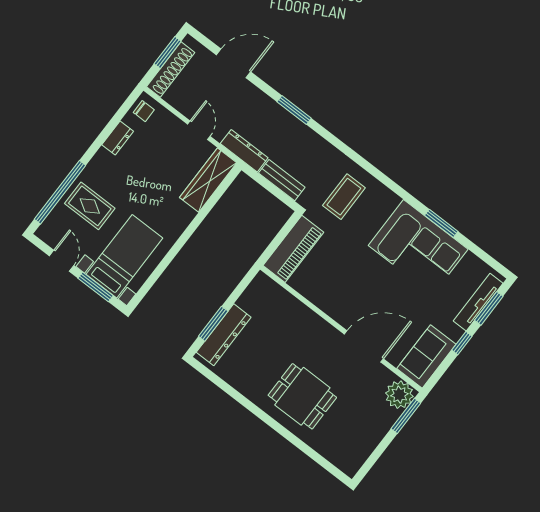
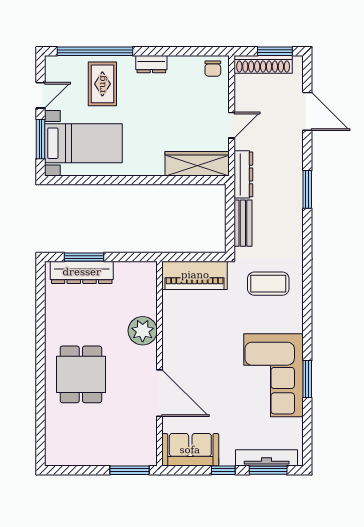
dresser: (118, 138) -> (151, 64), moved
plant: (399, 395) -> (143, 331), moved

